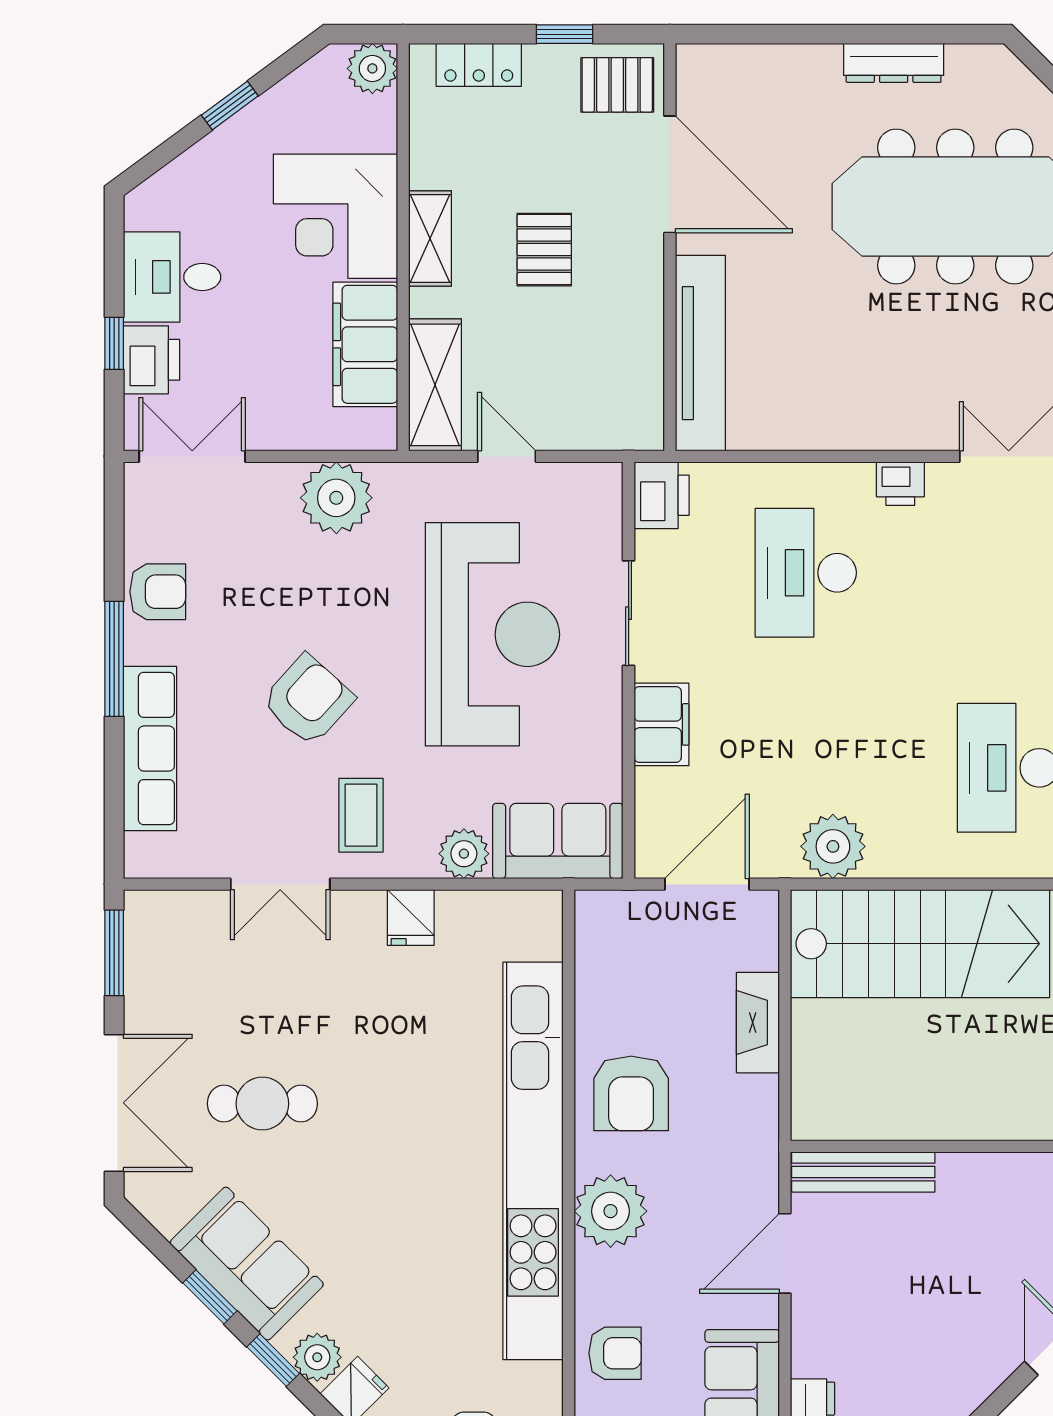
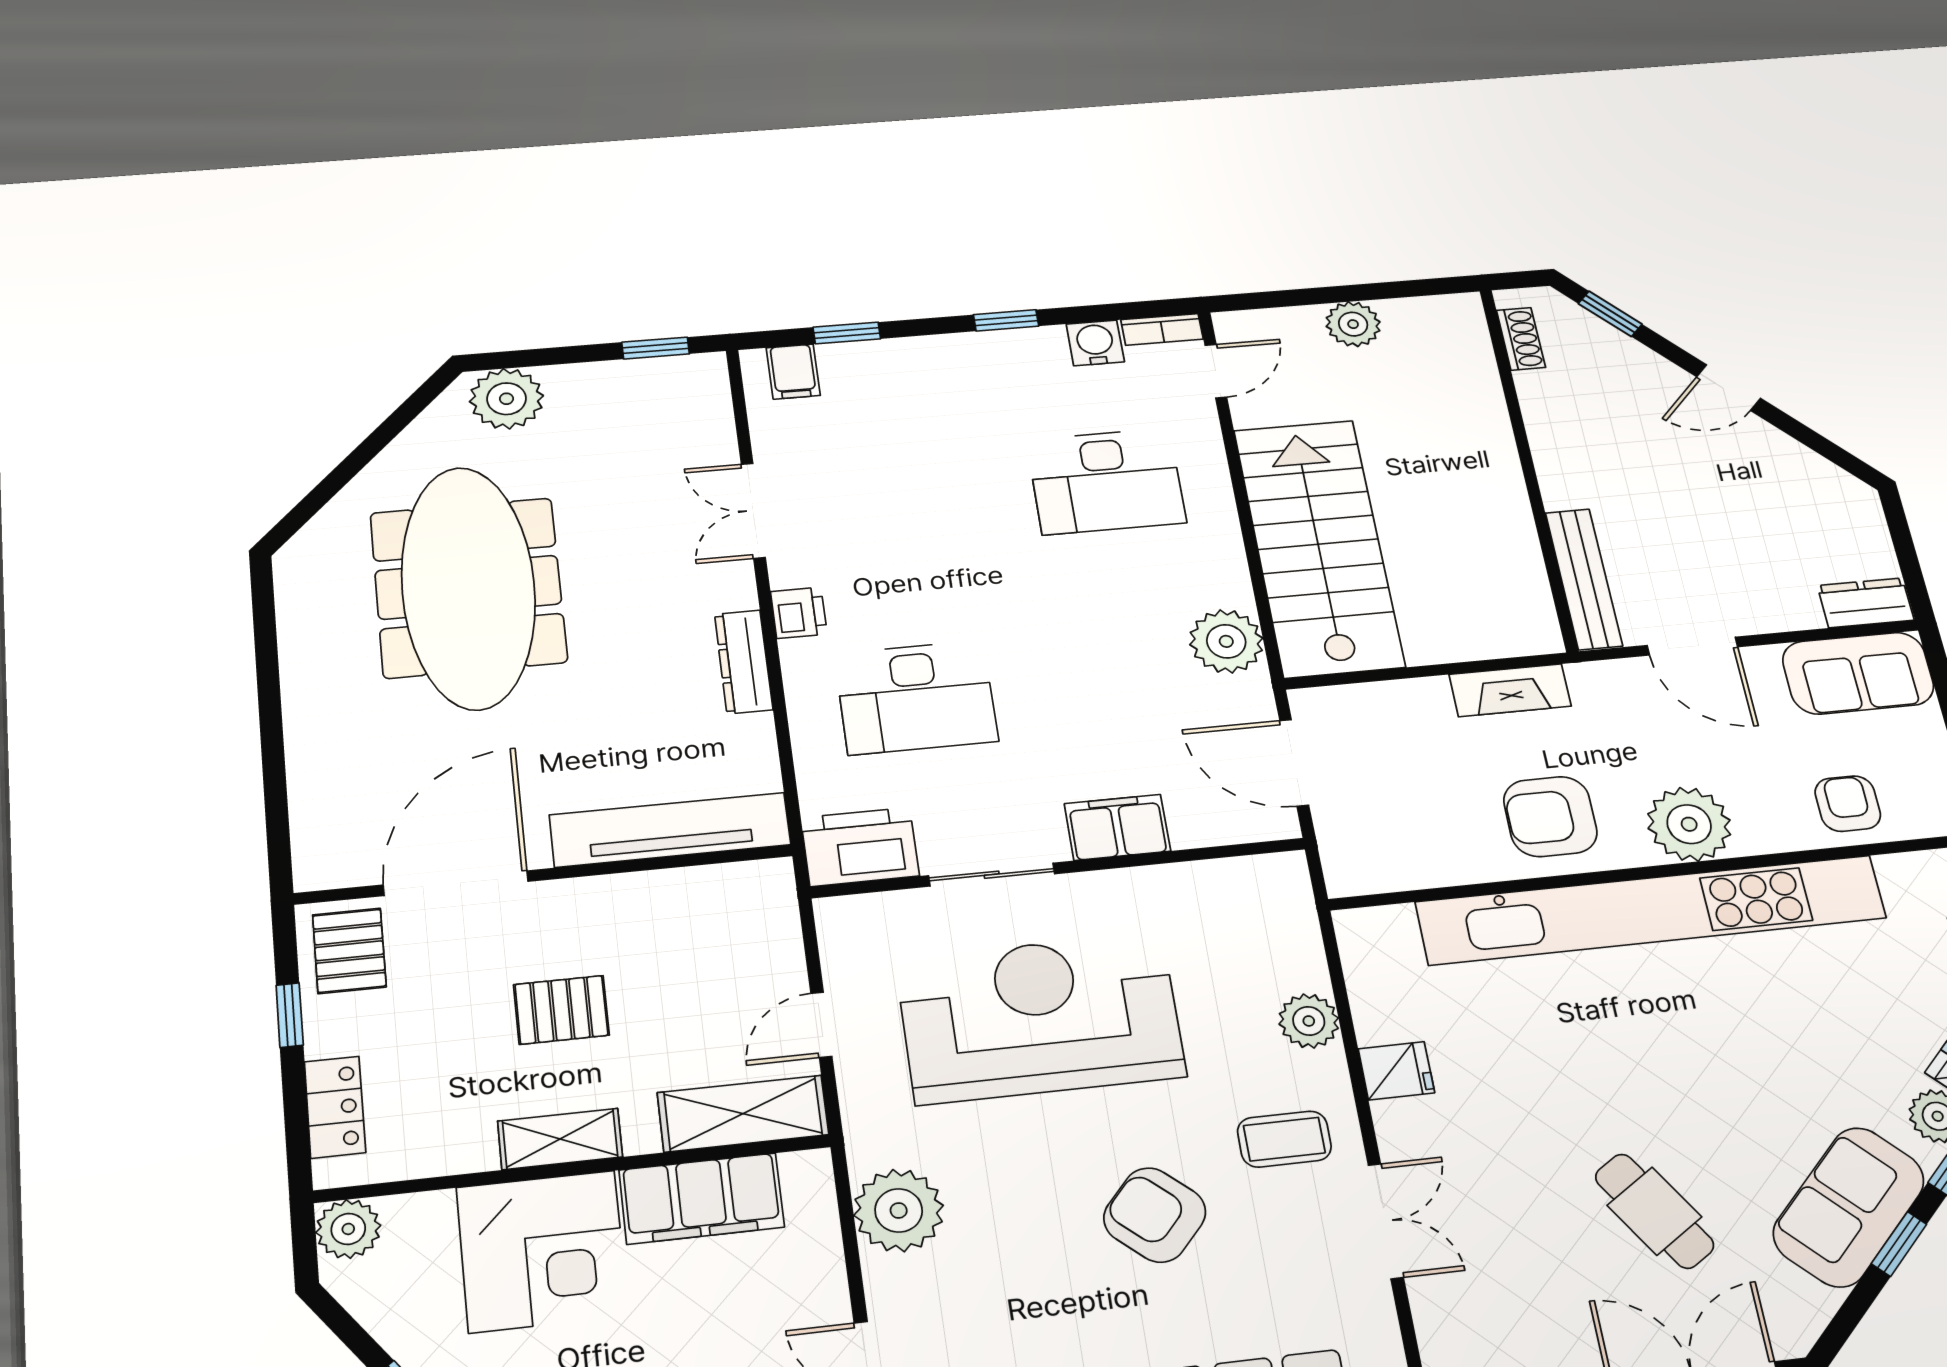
dresser: (894, 63) -> (744, 662), moved, turned 180
printer: (662, 495) -> (860, 847), width x1.37, depth x1.19
sofa: (558, 841) -> (1274, 922), removed
fireplace: (758, 1023) -> (1510, 690), moved
armchair: (631, 1093) -> (1550, 817), turned 180
cafe table: (262, 1104) -> (1654, 1211), turned -33

